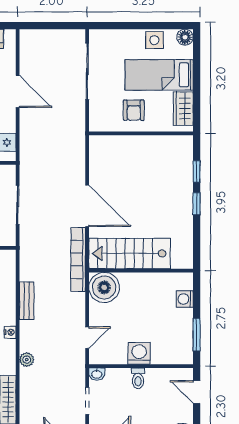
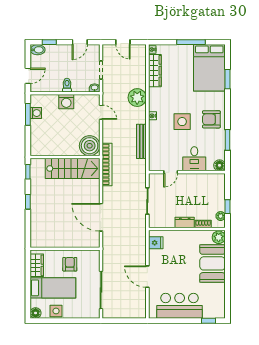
window: (197, 171) -> (28, 172), moved
door: (87, 206) -> (101, 217), moved
washing machine: (185, 299) -> (36, 113), moved
bench: (27, 301) -> (141, 141), width x1.36
door: (87, 338) -> (101, 112), swing flipped
plant: (27, 360) -> (137, 98), width x1.88, depth x1.88
door: (197, 392) -> (28, 76), hinge flipped

